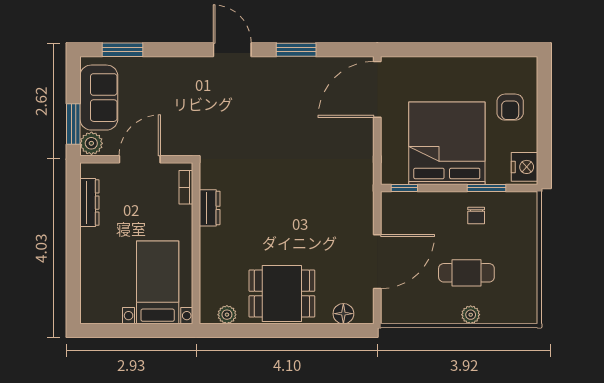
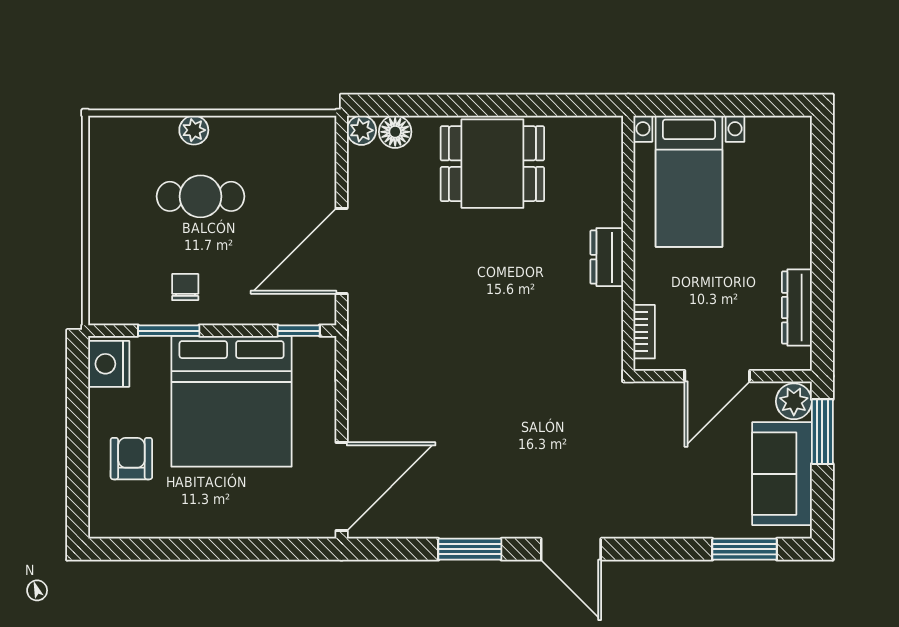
dresser: (210, 208) -> (607, 257), moved
door: (377, 262) -> (342, 251), moved
plant: (227, 315) -> (361, 130), moved

